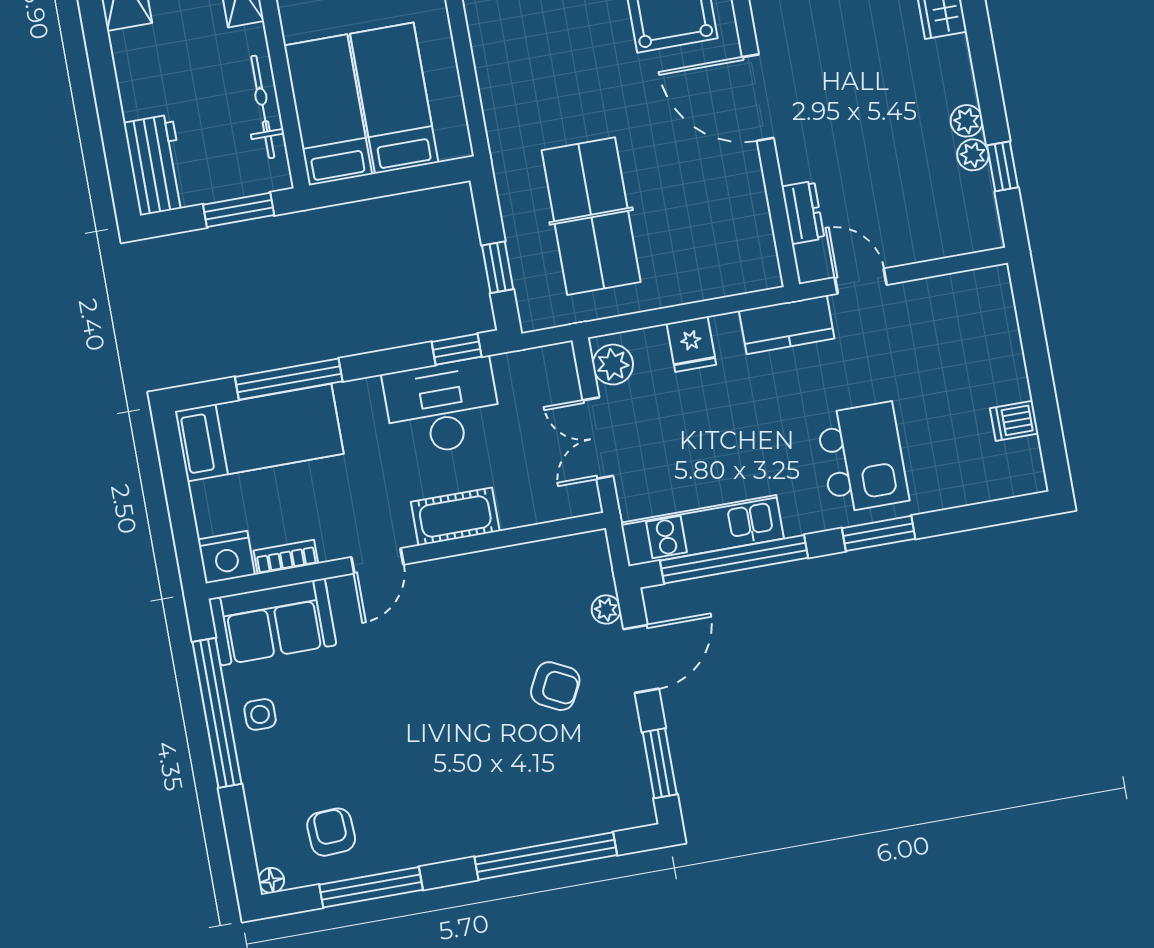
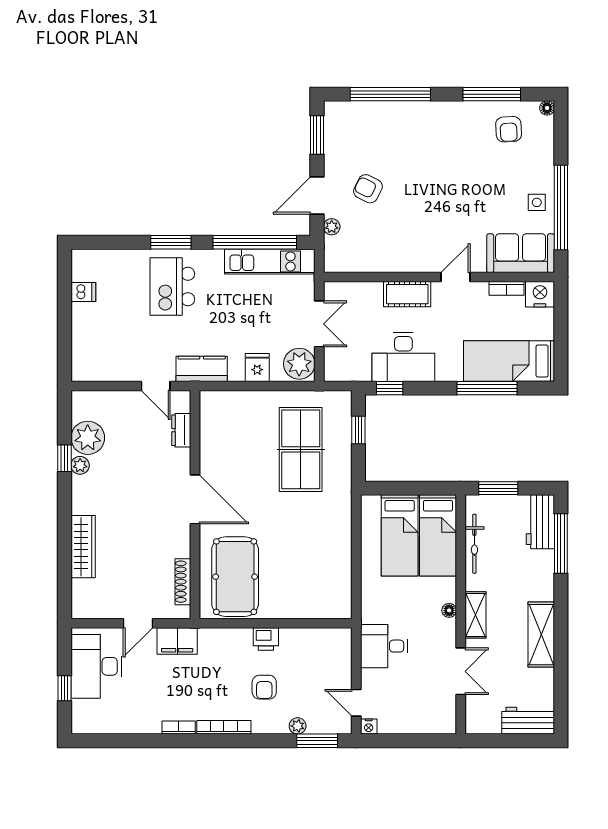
window: (114, 134) -> (561, 543), added
plant: (973, 155) -> (88, 438), width x1.87, depth x1.87
window: (1002, 166) -> (64, 458), moved
plant: (613, 365) -> (299, 364), width x1.36, depth x1.36

